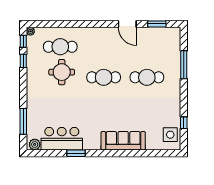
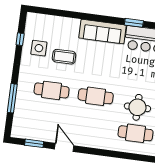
coffee table: (139, 112) -> (64, 57), added
side table: (170, 135) -> (39, 48), moved
sofa: (123, 141) -> (103, 32), moved

